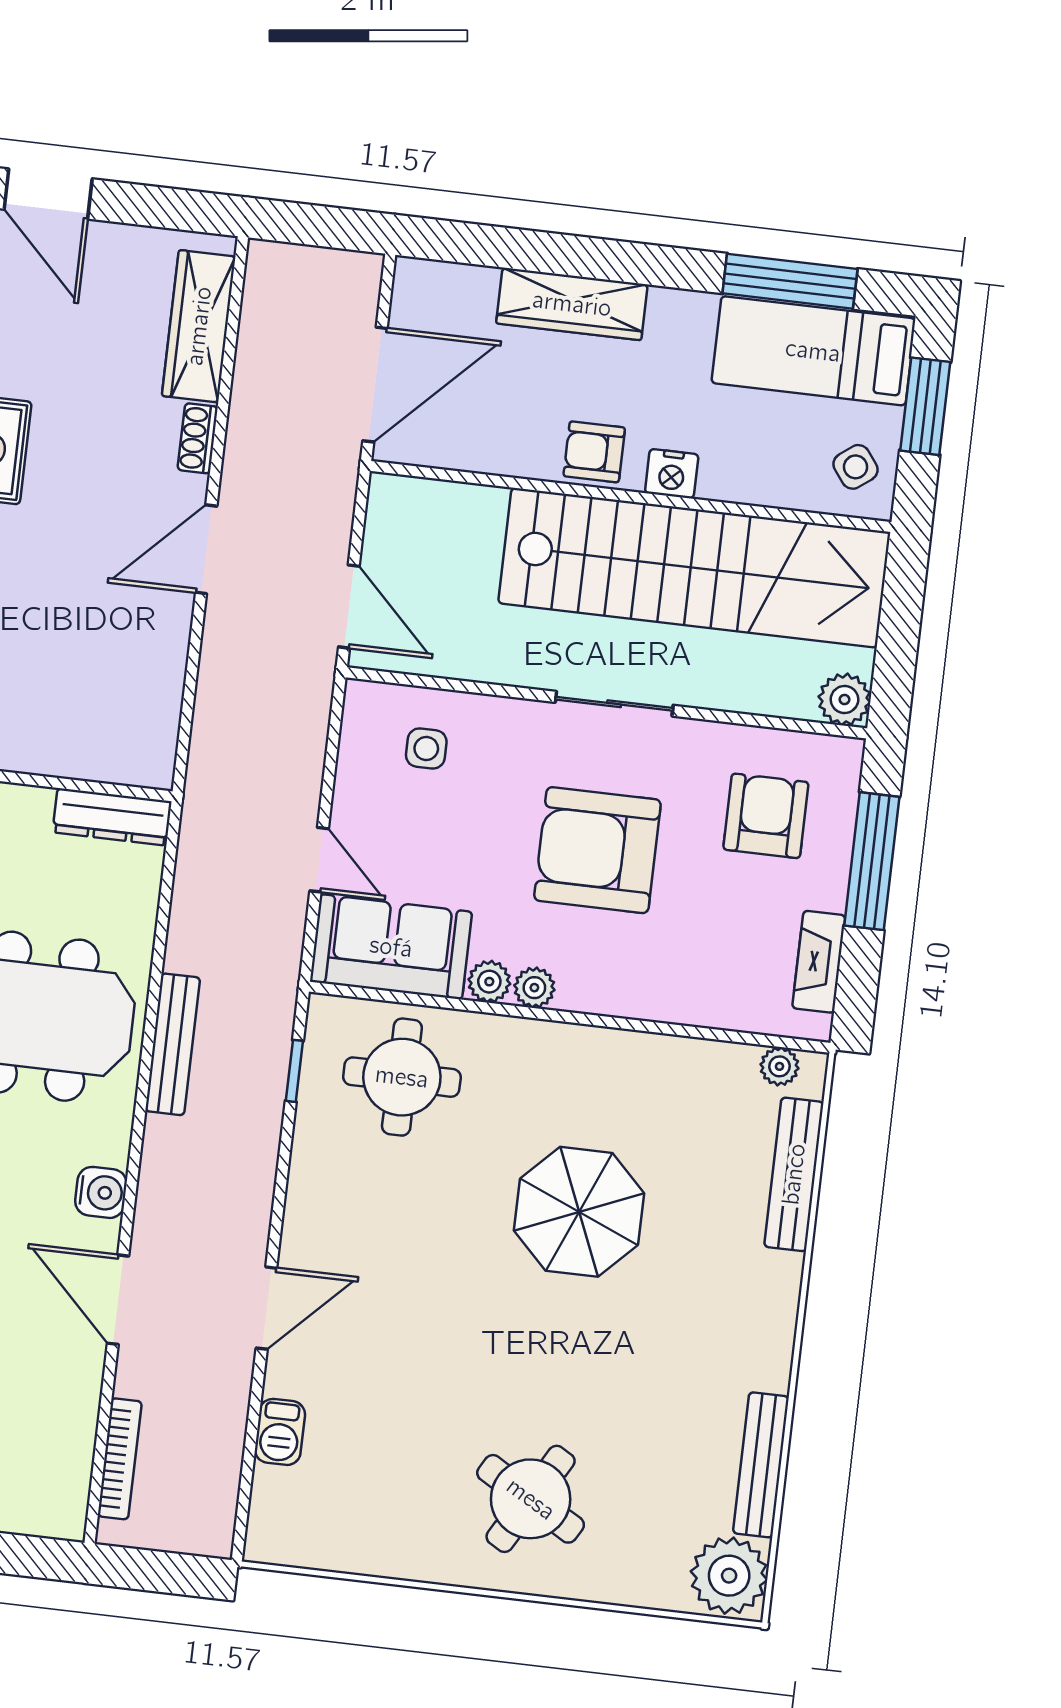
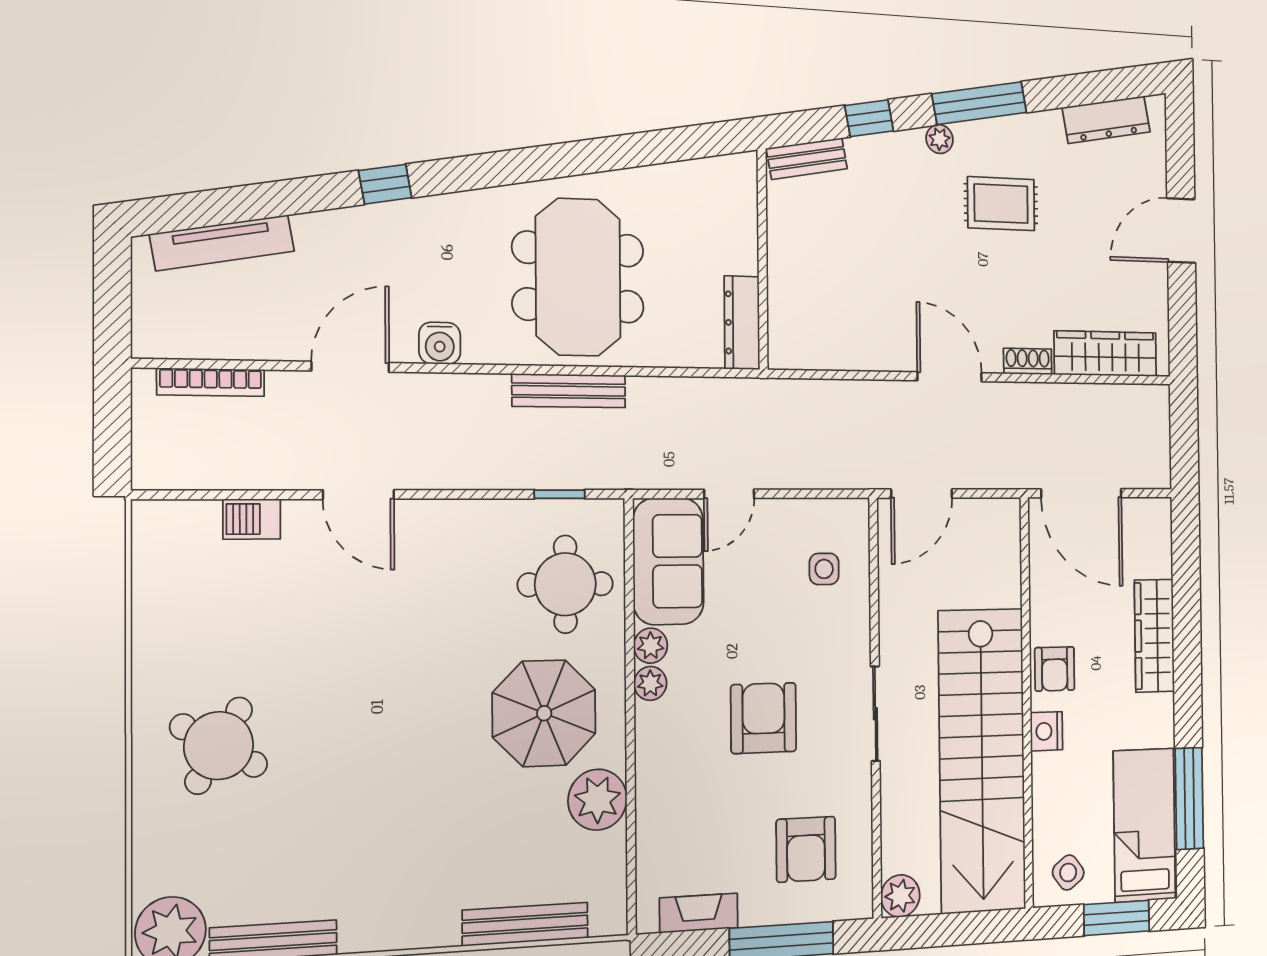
armchair: (594, 452) -> (1055, 669), turned 180
armchair: (766, 816) -> (806, 849), turned 90
armchair: (597, 850) -> (764, 718), width x0.73, depth x0.73
plant: (780, 1066) -> (597, 800), moved, width x1.88, depth x1.88
parasol: (579, 1212) -> (544, 713), moved

